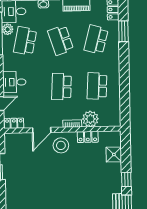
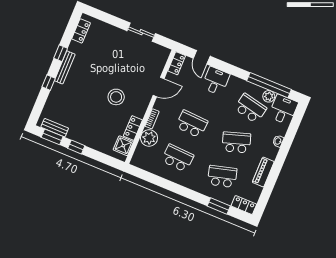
school desk: (96, 40) -> (222, 176), turned -30
door: (42, 130) -> (159, 87), swing flipped
stool: (61, 145) -> (116, 97), moved
shower: (114, 154) -> (123, 146), moved

